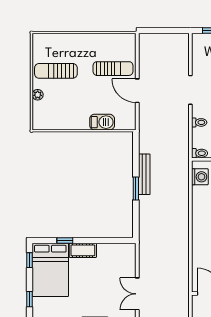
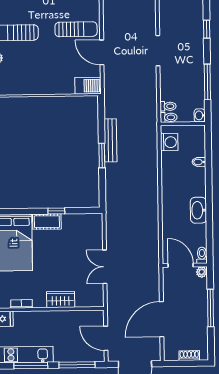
barbecue: (102, 122) -> (88, 86), moved
toilet: (199, 122) -> (168, 106), moved
window: (65, 240) -> (56, 211), moved

